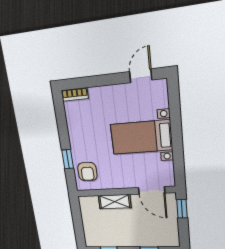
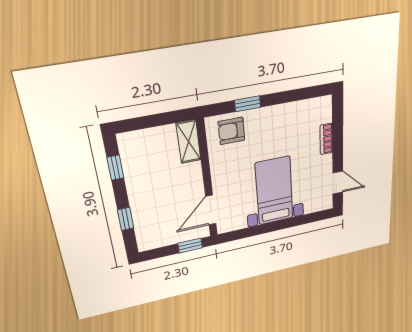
bookcase: (75, 94) -> (326, 139), moved
shelving: (115, 202) -> (189, 142), moved

